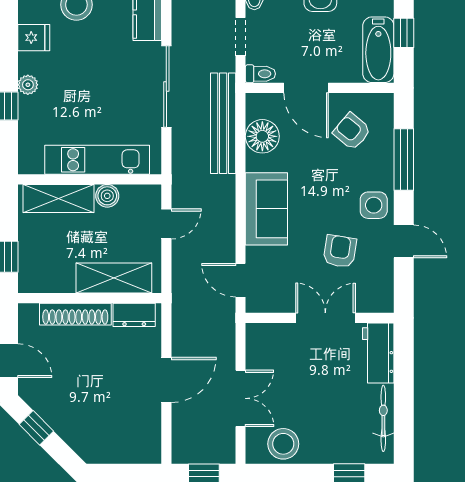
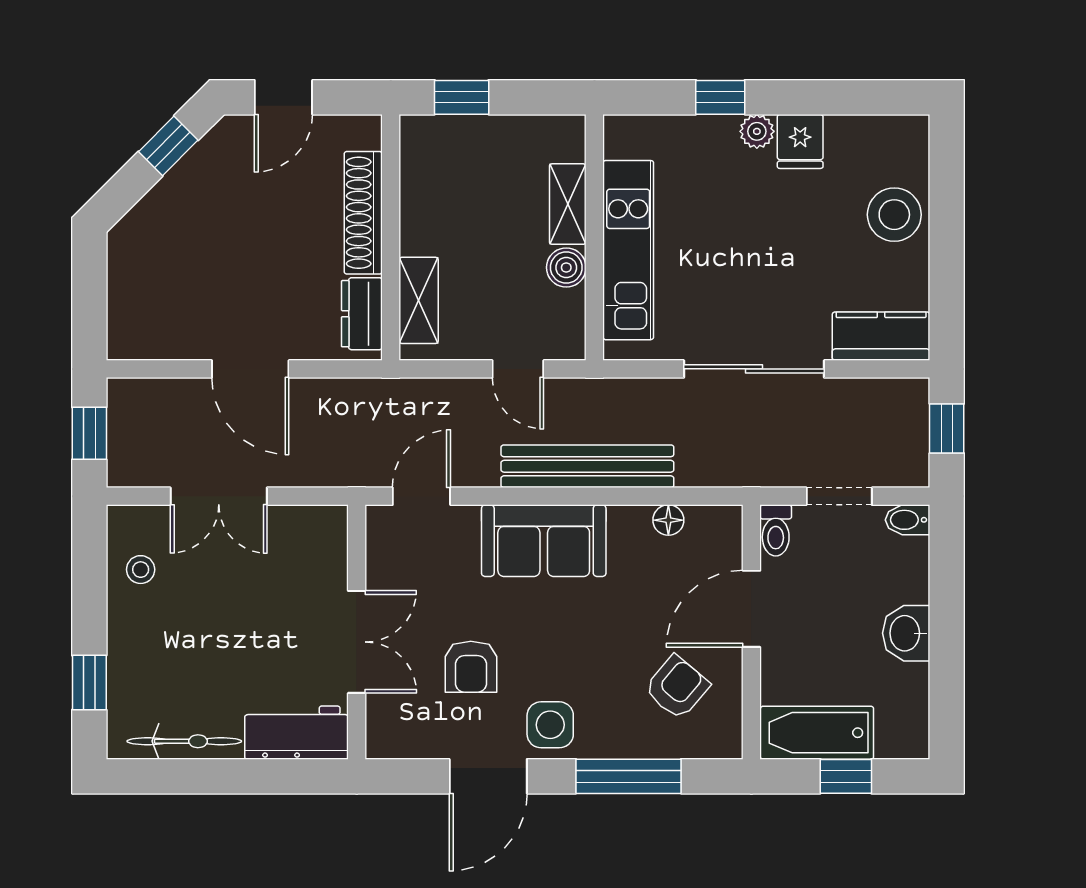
fridge: (34, 38) -> (800, 141), moved
bench: (223, 123) -> (587, 466), moved
floor lamp: (262, 136) -> (668, 520), width x0.53, depth x0.53
shelving: (58, 198) -> (568, 204), width x0.67, depth x0.75
door: (404, 241) -> (488, 776), width x1.38
armchair: (340, 251) -> (471, 667), turned 81
shelving: (114, 278) -> (419, 300), width x0.67, depth x0.75
stool: (283, 444) -> (141, 570), width x0.53, depth x0.53

